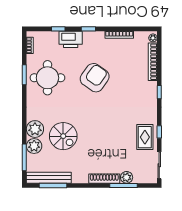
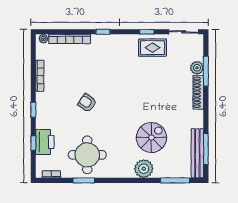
printer: (71, 39) -> (45, 142), moved
armchair: (95, 78) -> (87, 103), width x0.53, depth x0.53
plant: (34, 146) -> (162, 170), removed

